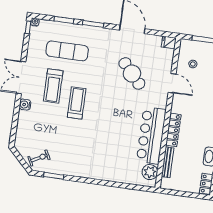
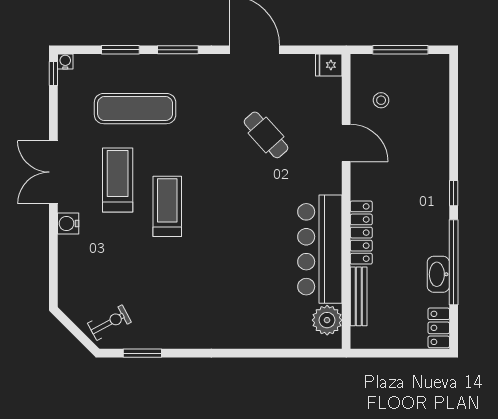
cafe table: (132, 73) -> (266, 135), width x0.73, depth x0.74
treadmill: (53, 86) -> (118, 180), turned 180

